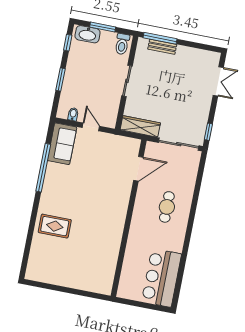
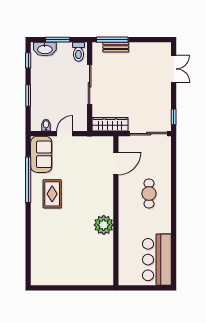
sliding door: (127, 81) -> (90, 85), width x1.37
door: (91, 127) -> (65, 134), hinge flipped
rug: (55, 226) -> (52, 194), moved, turned 90
plant: (113, 230) -> (104, 225), added

